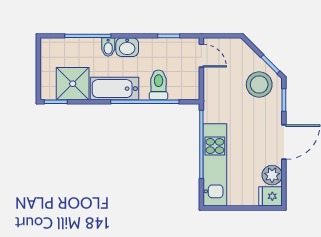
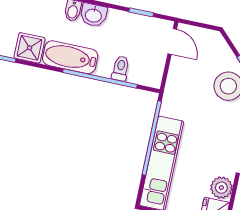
shower: (73, 84) -> (29, 48), width x0.73, depth x0.73
toilet: (159, 85) -> (121, 68), width x0.73, depth x0.72

